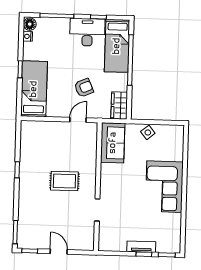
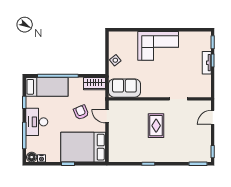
desk: (87, 32) -> (37, 122), moved
bed: (34, 89) -> (83, 147), width x1.50
door: (59, 252) -> (213, 117), moved

